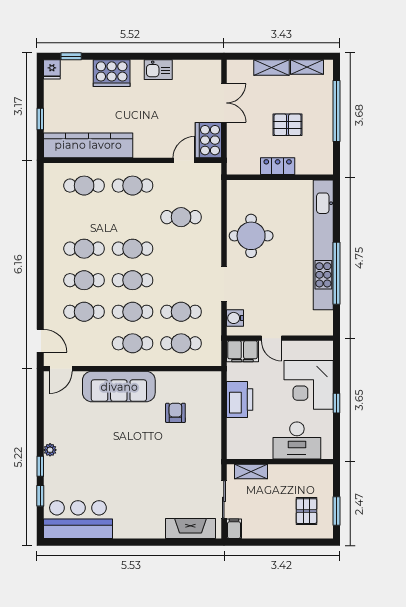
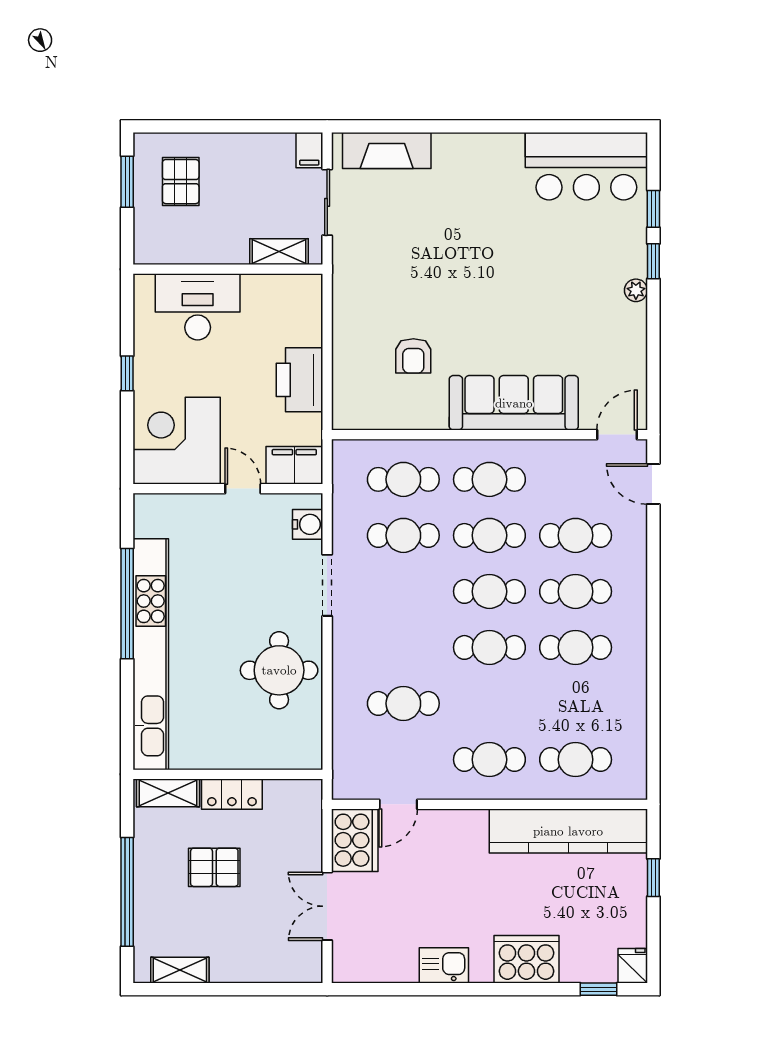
shelving: (272, 68) -> (168, 793), moved
corner desk: (309, 385) -> (177, 441), moved, turned -90

